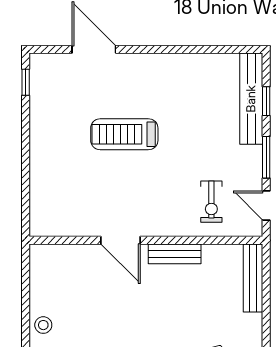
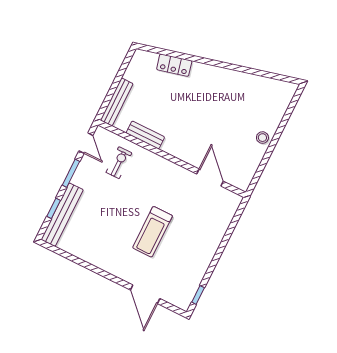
treadmill: (124, 134) -> (153, 232), turned 90
door: (121, 240) -> (210, 178), moved
bench: (175, 254) -> (145, 135), moved

